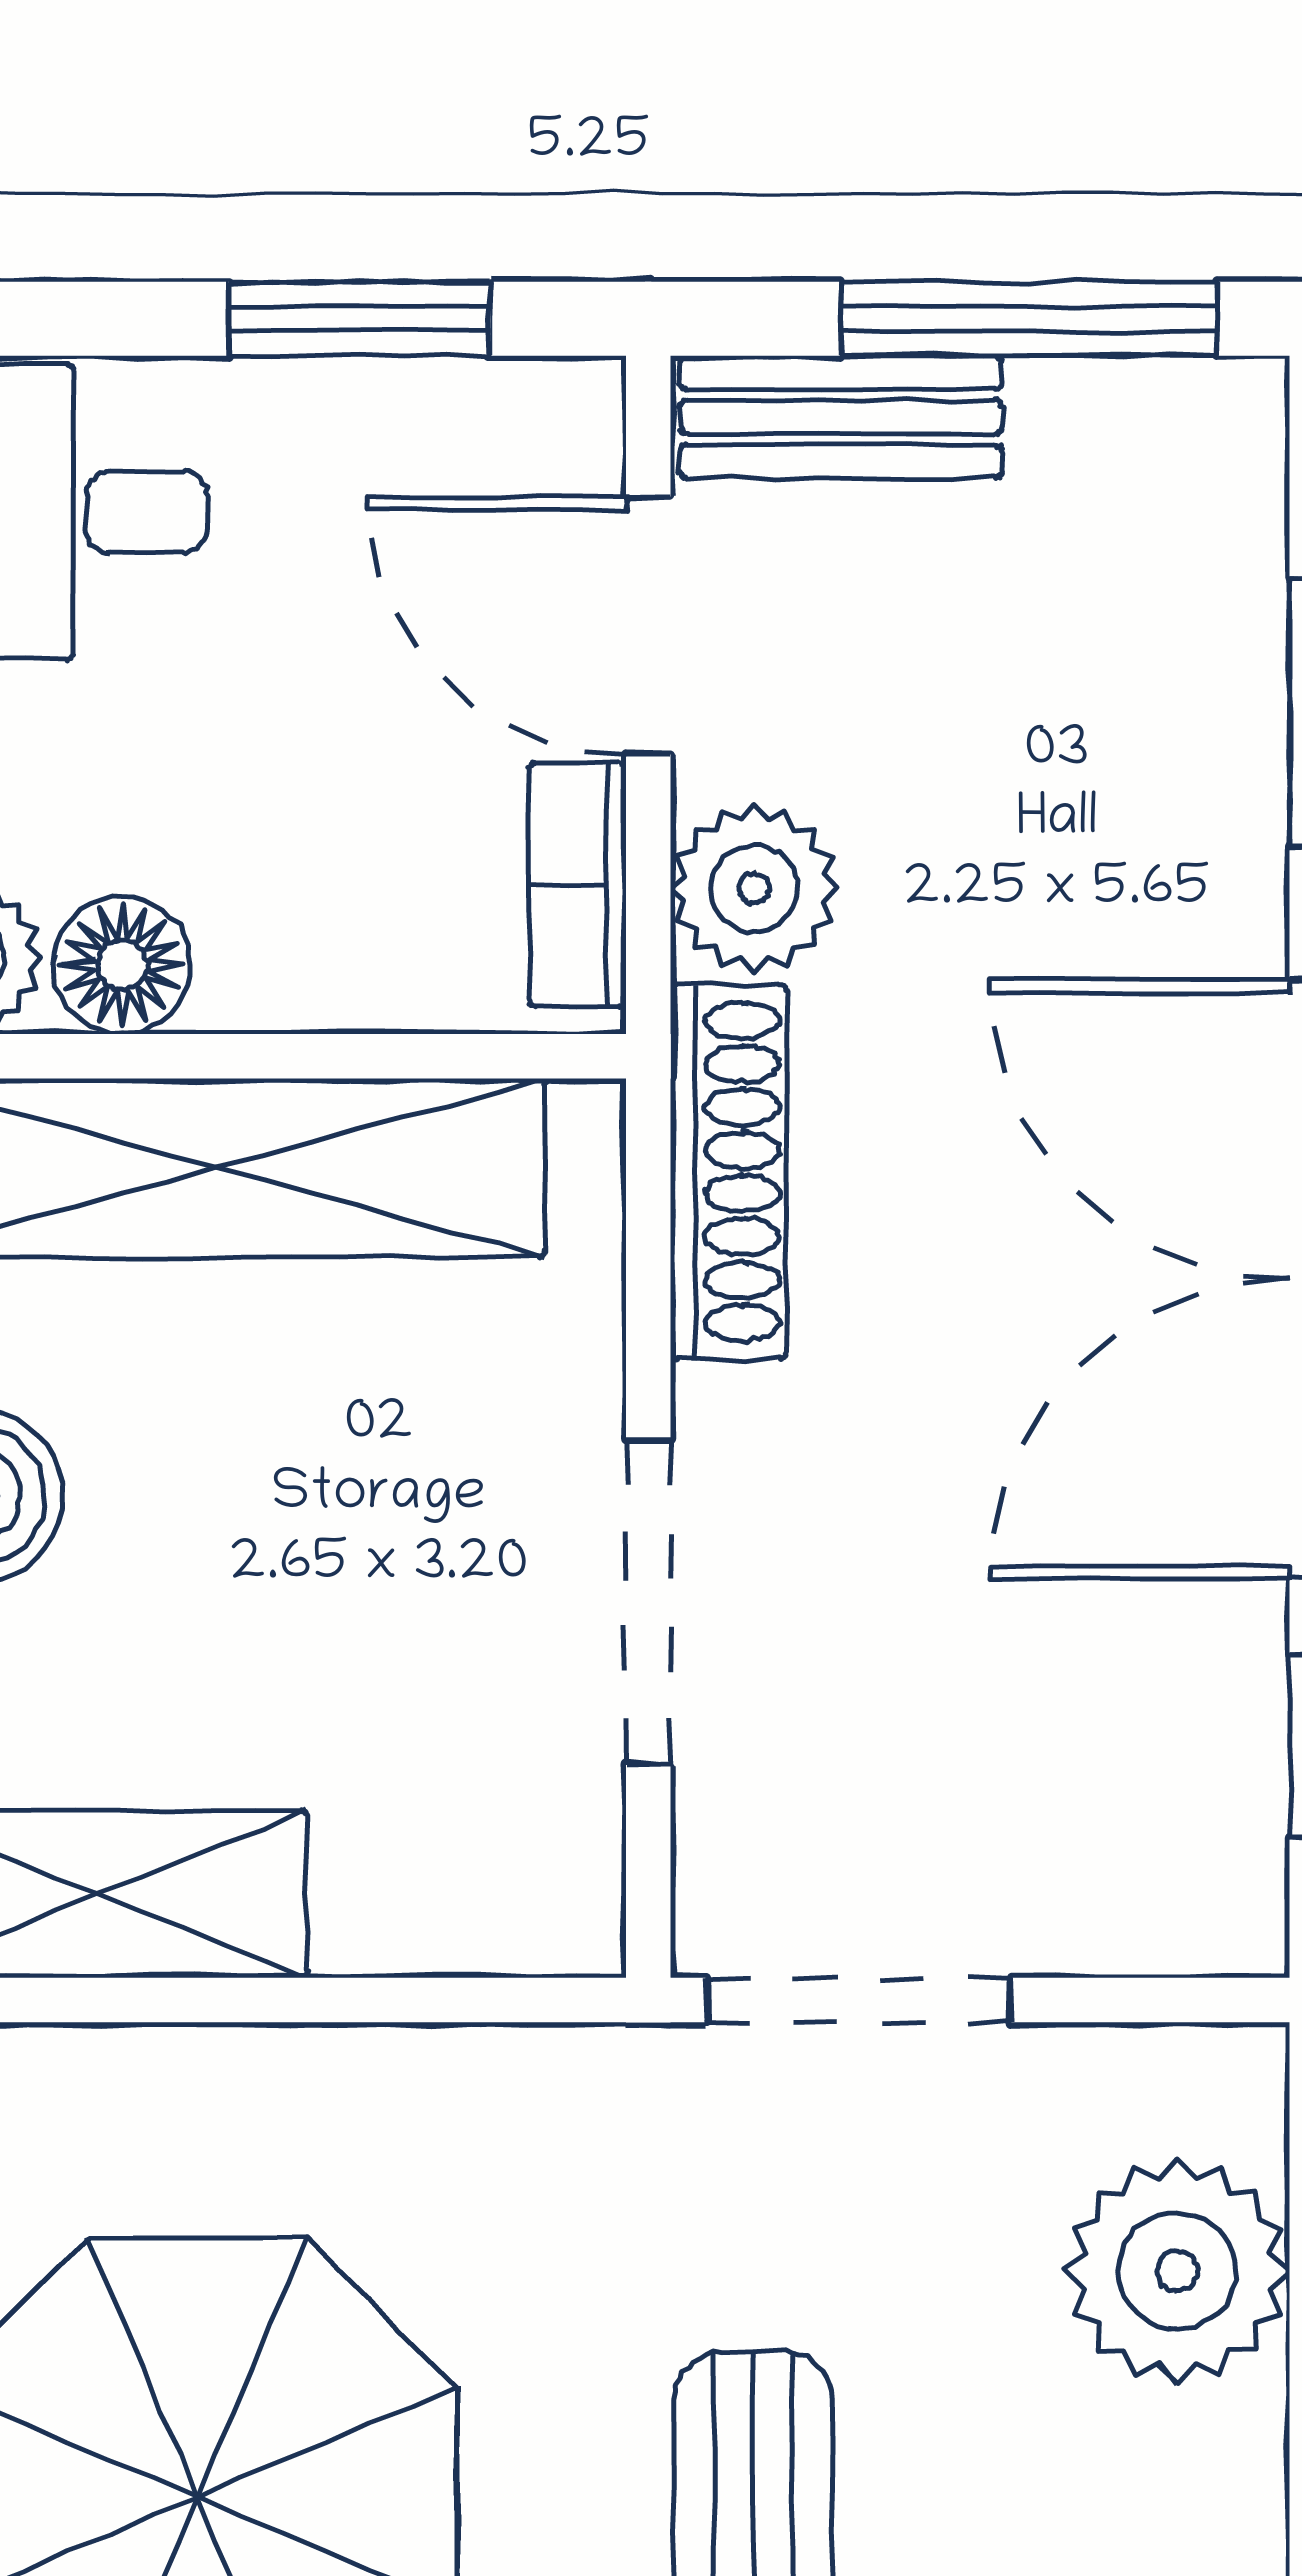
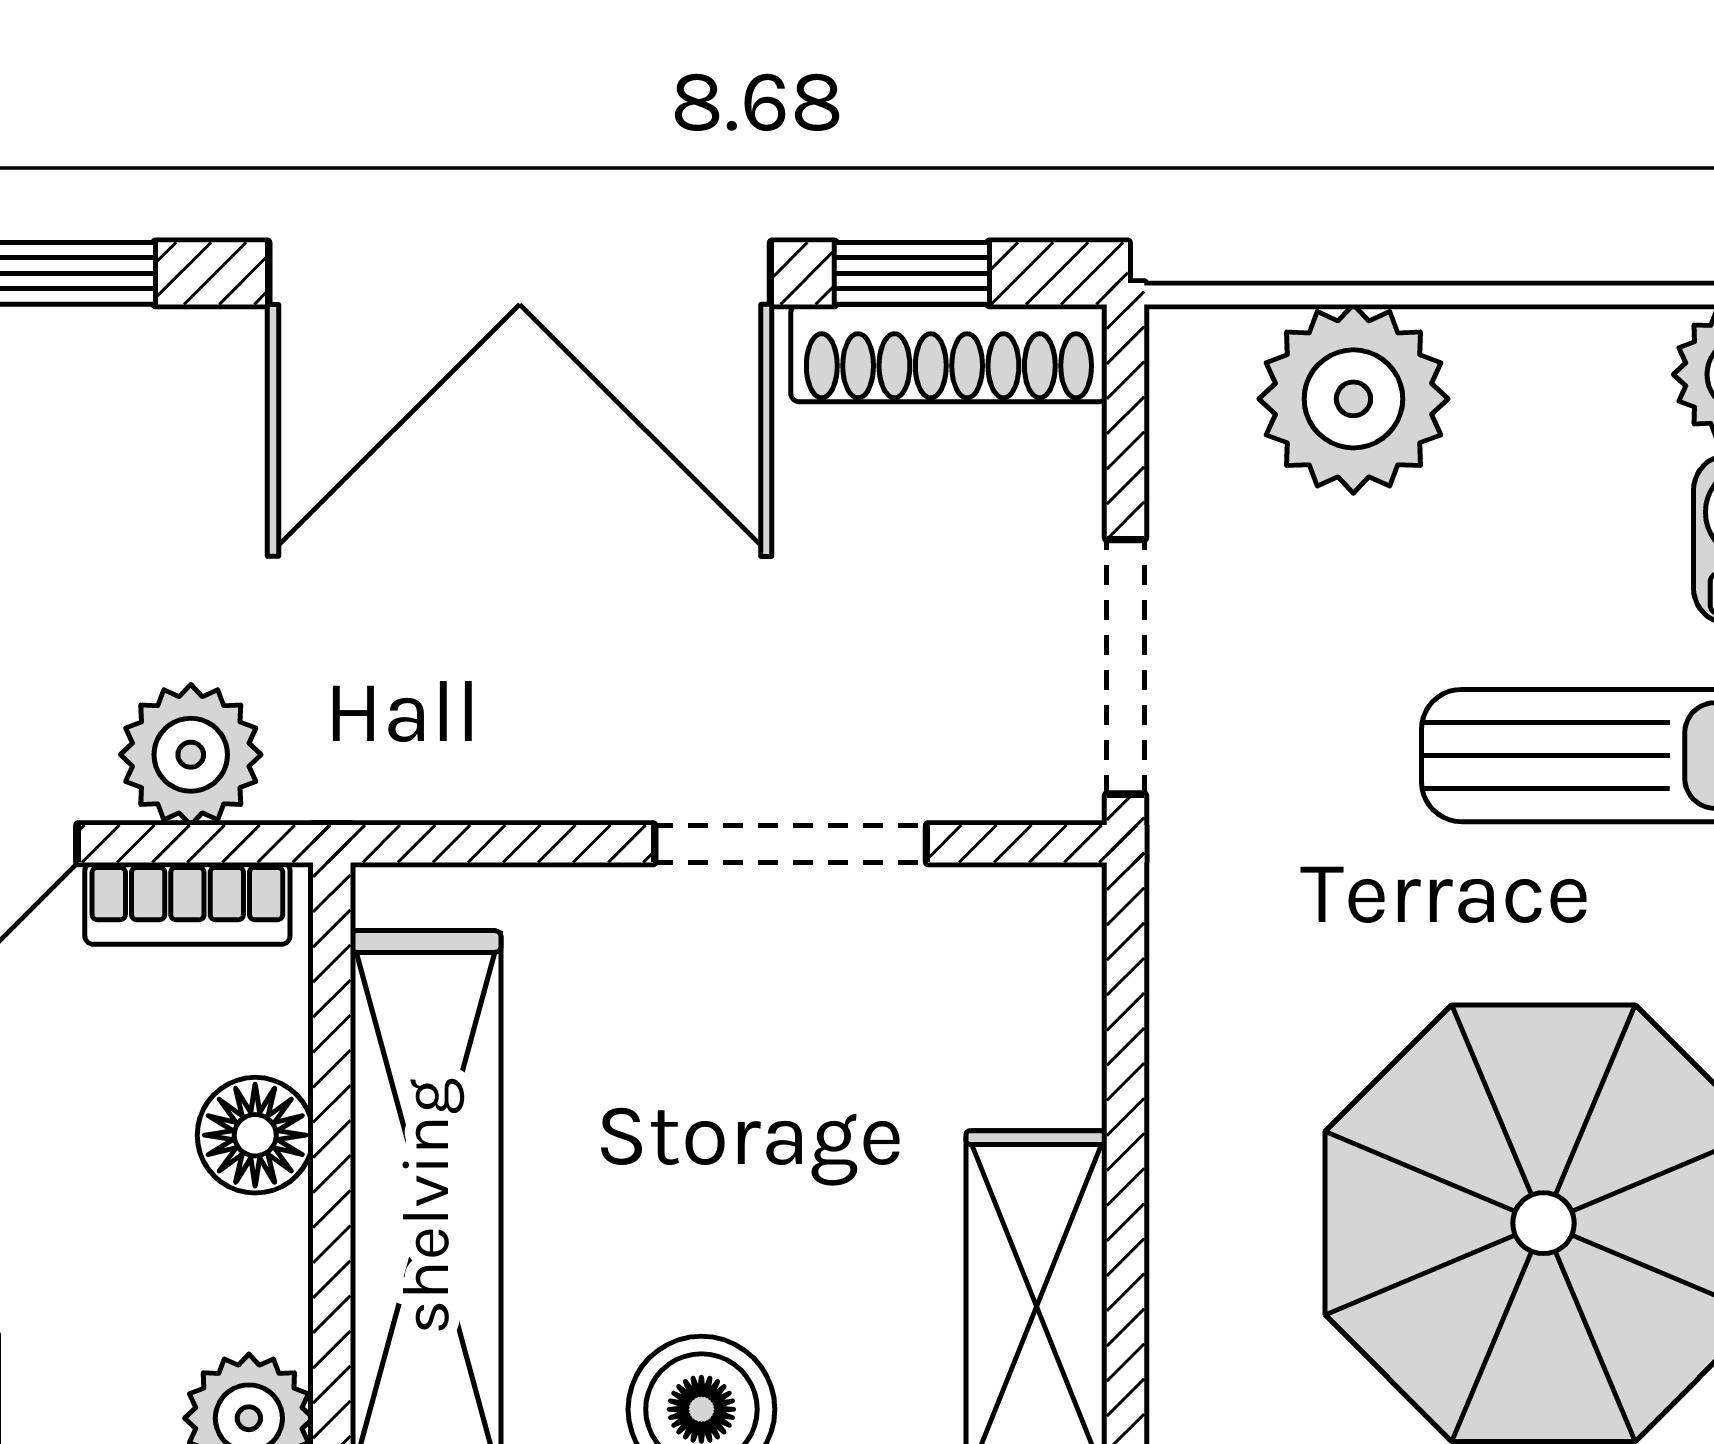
floor lamp: (122, 965) -> (255, 1135), moved
shoe rack: (728, 1172) -> (949, 353), moved, turned 180

